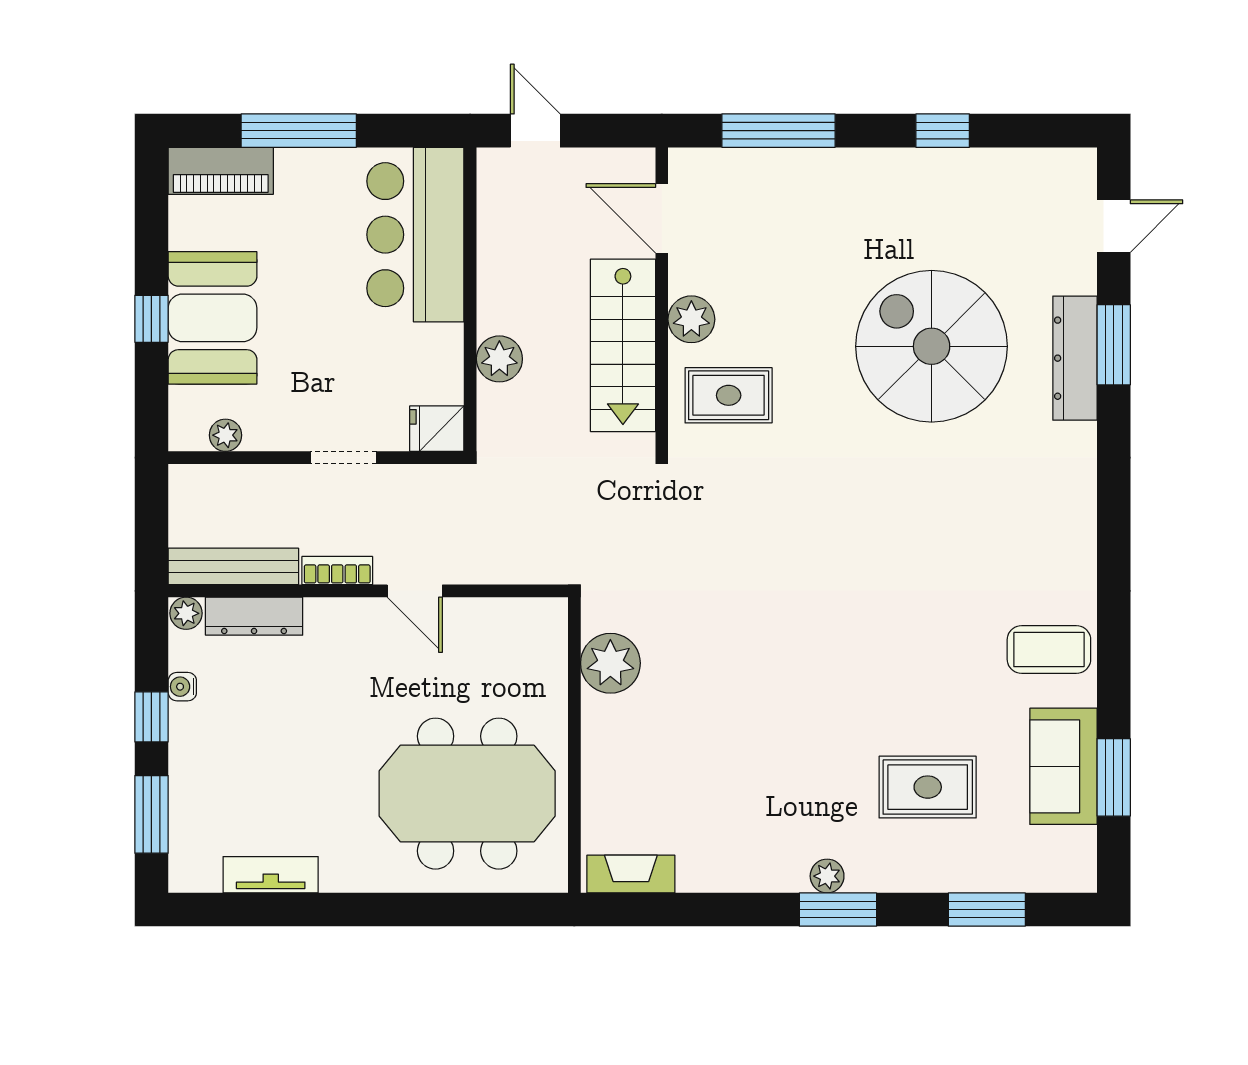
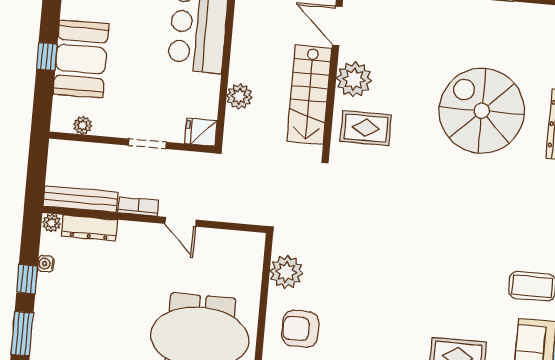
plant: (691, 319) -> (354, 79), width x1.36, depth x1.36
armchair: (644, 762) -> (300, 329), added

